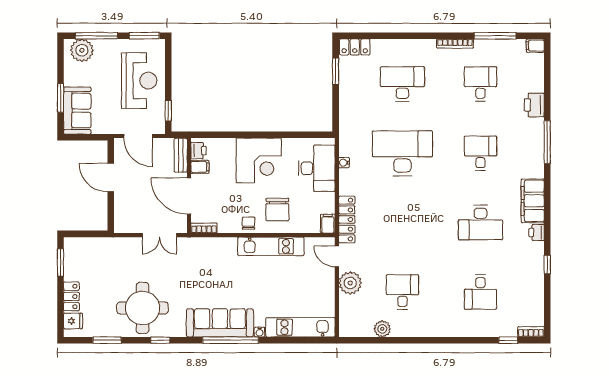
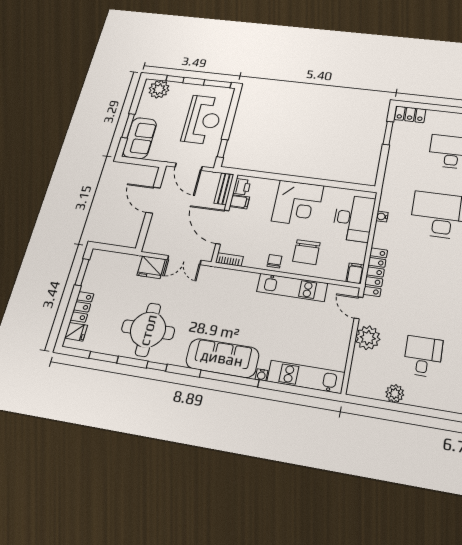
window: (96, 36) -> (175, 79), width x0.46
fridge: (128, 247) -> (151, 267), added

